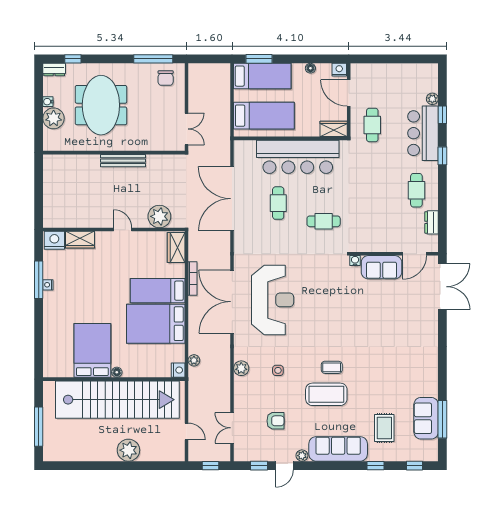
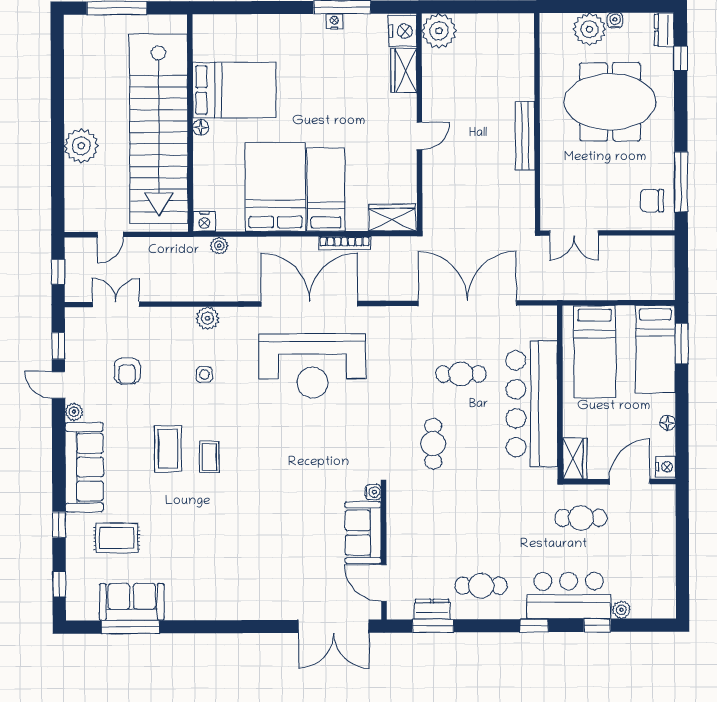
plant: (159, 216) -> (439, 31), moved
window: (442, 222) -> (433, 626), added
coffee table: (326, 394) -> (168, 449), width x0.73, depth x0.76

